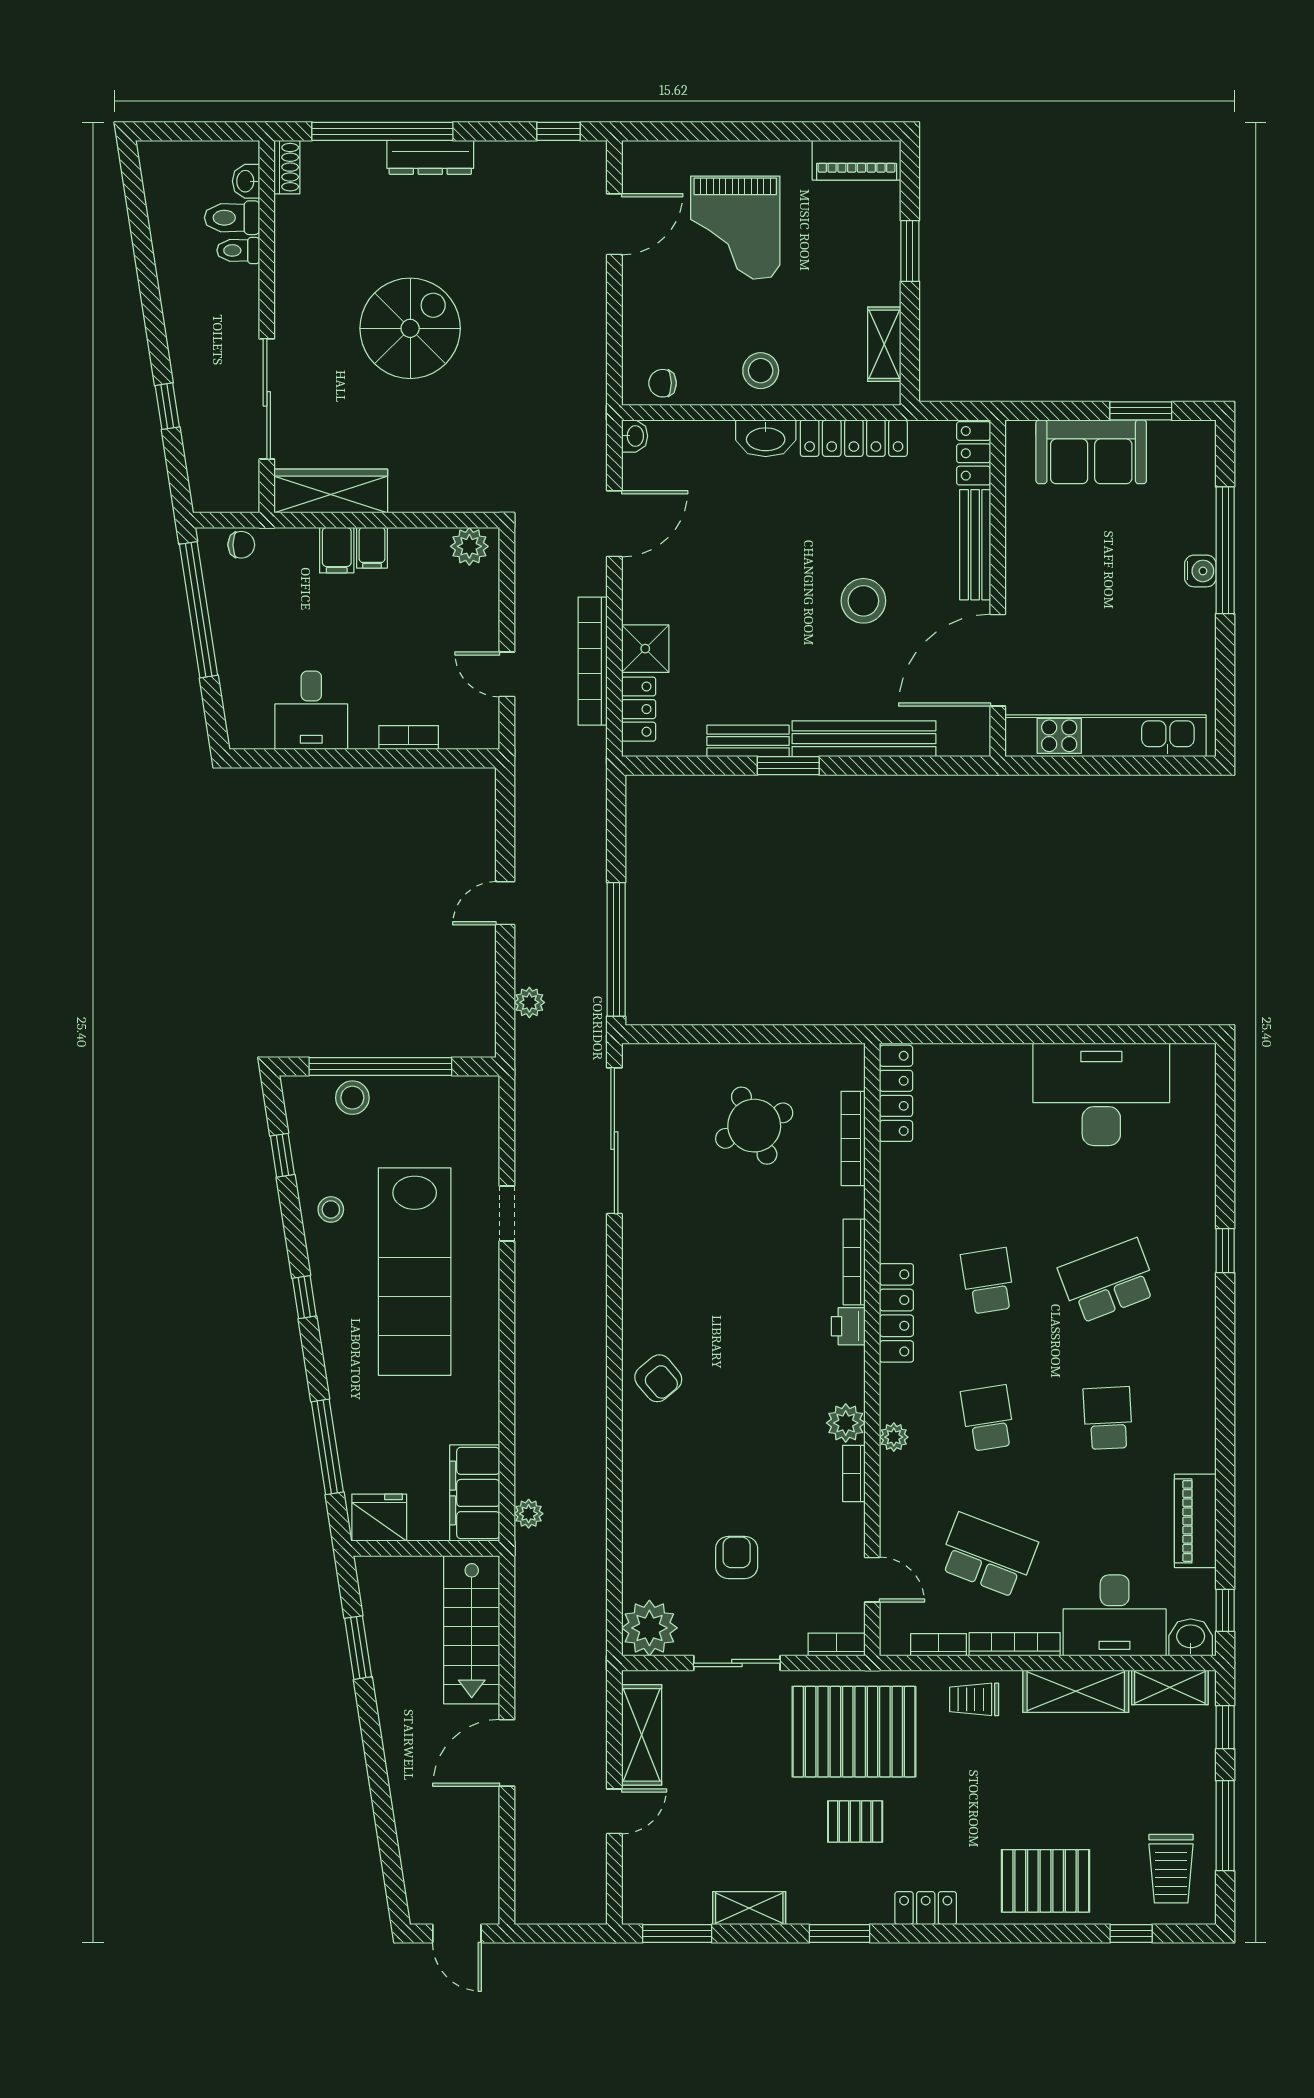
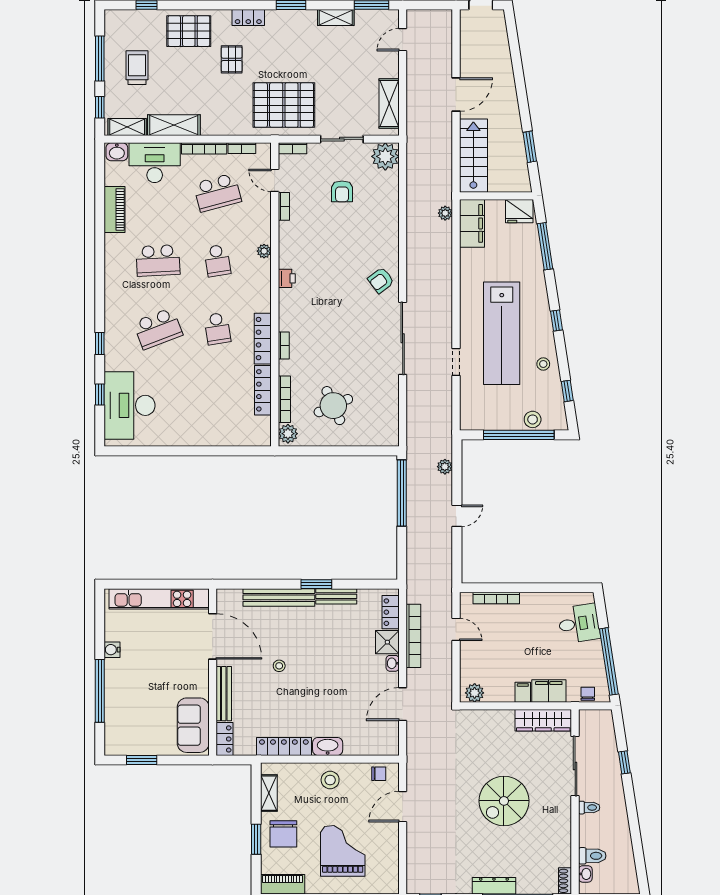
door: (614, 224) -> (403, 807), moved
toilet: (238, 250) -> (589, 808), moved
chair: (855, 262) -> (283, 834), added
washbasin: (635, 436) -> (393, 663), moved
sofa: (1091, 452) -> (193, 725), moved, turned -90
chair: (241, 545) -> (588, 694), turned 90
filing cabinet: (337, 550) -> (549, 691), width x2.00
water cooler: (1200, 571) -> (112, 650), moved
stool: (863, 601) -> (279, 666), width x0.53, depth x0.53
door: (998, 660) -> (213, 636), hinge flipped
desk: (311, 710) -> (579, 623), moved, turned 81
bookcase: (409, 737) -> (496, 598), width x1.56
locker: (896, 1093) -> (263, 390), moved
desk: (1101, 1094) -> (130, 405), moved, turned 90
sliding door: (614, 1141) -> (403, 338), moved
bookcase: (854, 1262) -> (284, 346), width x0.64
lab bench: (415, 1272) -> (502, 333), turned 180
locker: (896, 1313) -> (263, 339), moved
printer: (848, 1326) -> (287, 278), moved
armchair: (658, 1378) -> (381, 280), turned -87
school desk: (1108, 1418) -> (158, 261), width x1.85
plant: (846, 1423) -> (288, 434), moved
bookcase: (854, 1473) -> (284, 206), moved
school desk: (988, 1555) -> (217, 193), turned -36
window: (1225, 1610) -> (100, 394), moved
trolley: (974, 1699) -> (224, 121), removed
door: (614, 1811) -> (403, 40), moved
pallet: (855, 1822) -> (232, 59), moved, turned 90
trolley: (1171, 1869) -> (137, 68), moved

